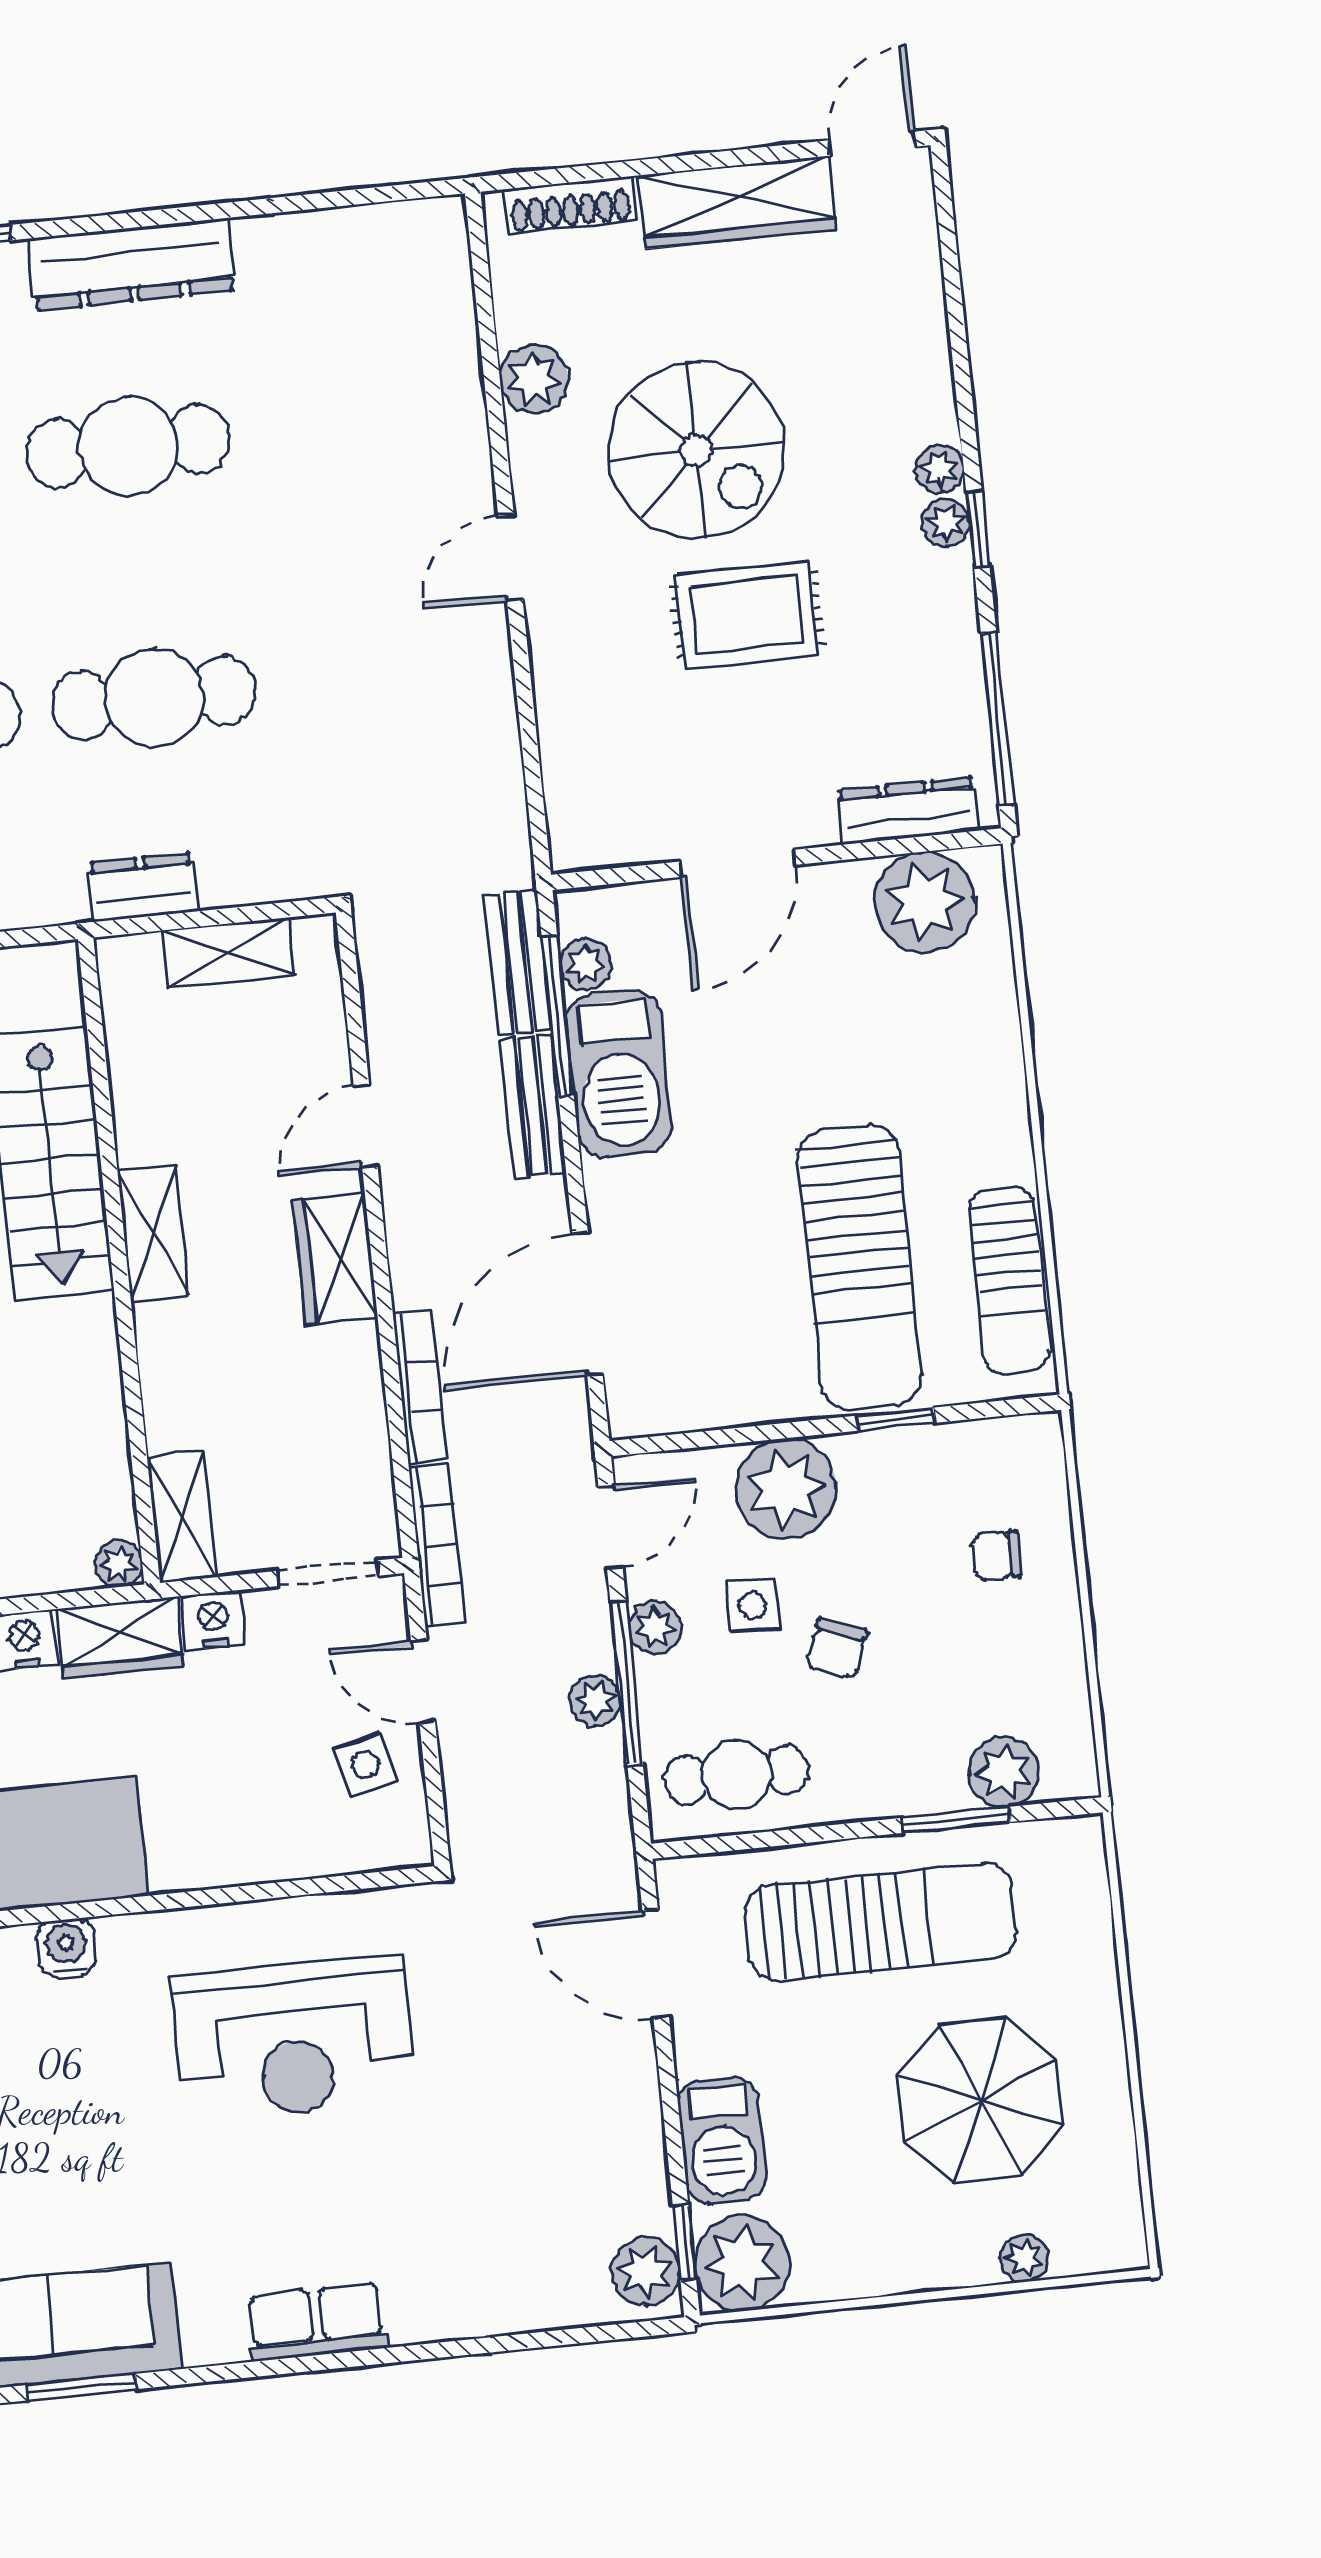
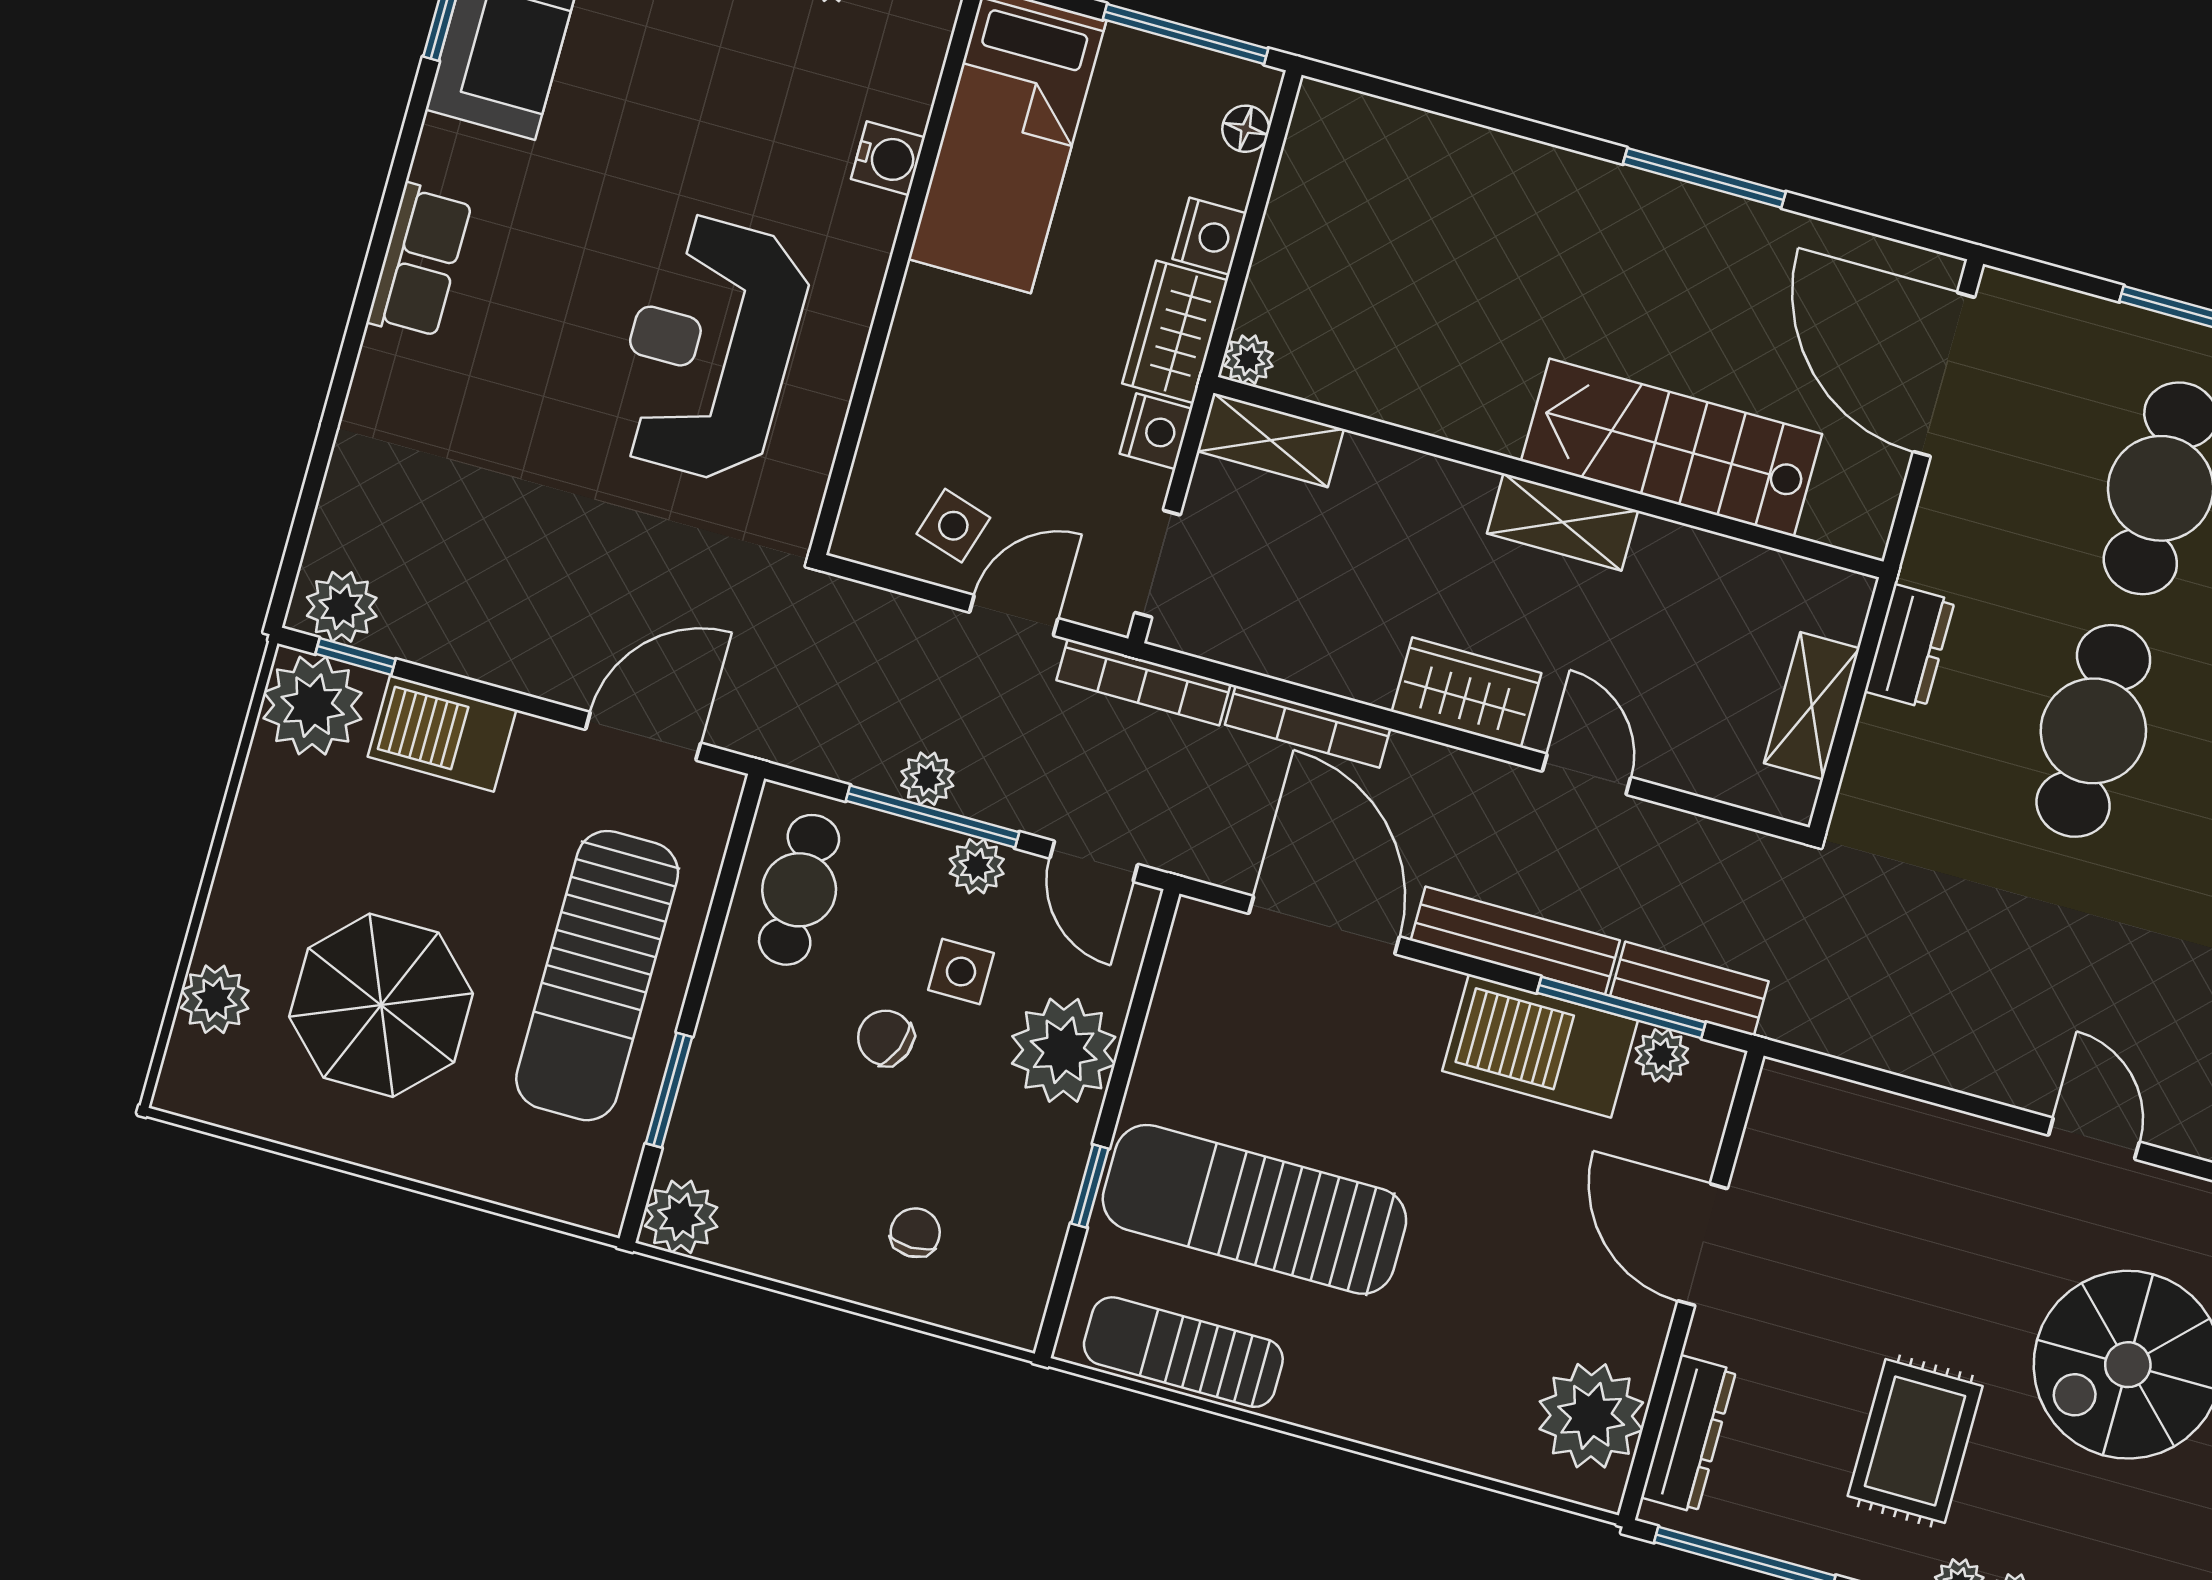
rug: (747, 615) -> (1915, 1441), moved
bench: (533, 1106) -> (1515, 940), width x1.36
side table: (365, 1765) -> (953, 526), turned 32
plant: (1004, 1772) -> (681, 1217), moved
plant: (1024, 2258) -> (215, 999), width x1.38, depth x1.38

